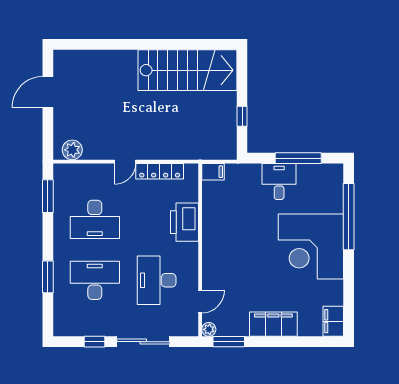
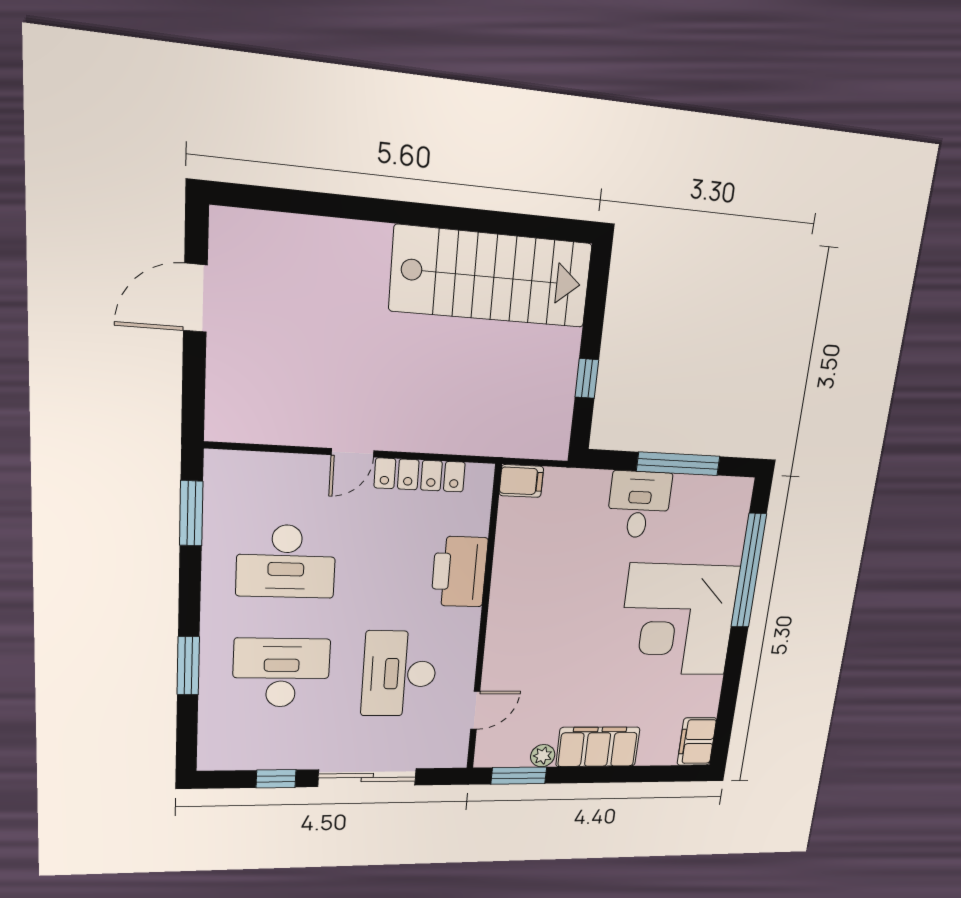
plant: (72, 150) -> (245, 423), removed
plant: (209, 329) -> (543, 756), moved

